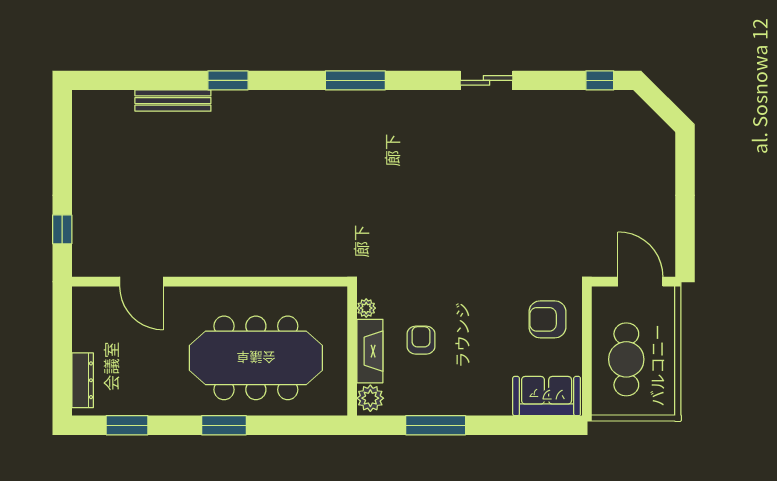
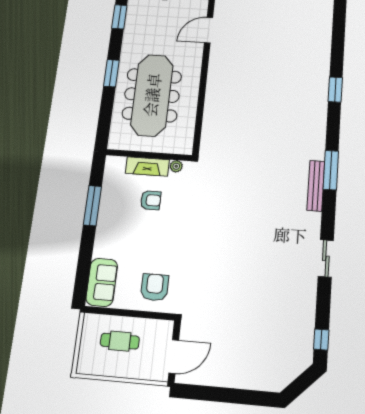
bench: (173, 101) -> (316, 186), moved
cafe table: (626, 359) -> (120, 341), width x0.73, depth x0.74
plant: (370, 398) -> (116, 165), removed

